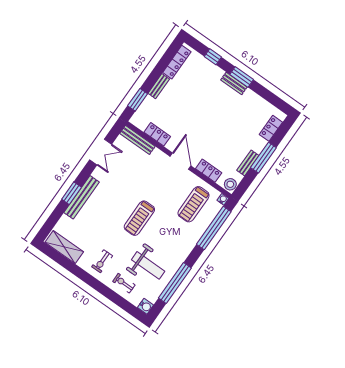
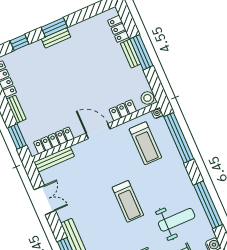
locker: (157, 134) -> (54, 140), width x1.53
bench: (248, 163) -> (131, 54), moved

